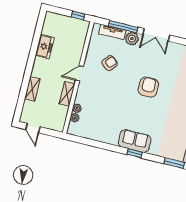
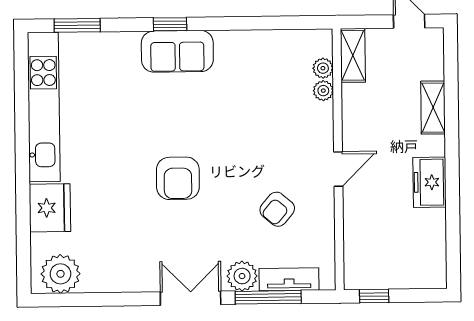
freezer: (45, 47) -> (430, 182), moved
shelving: (67, 94) -> (353, 55), moved

